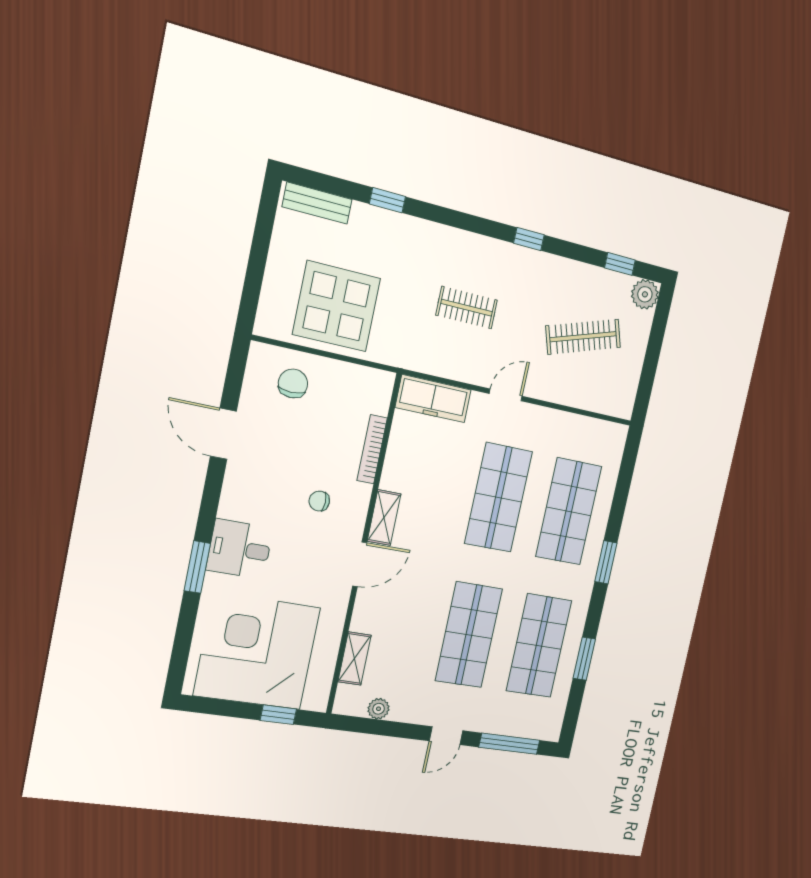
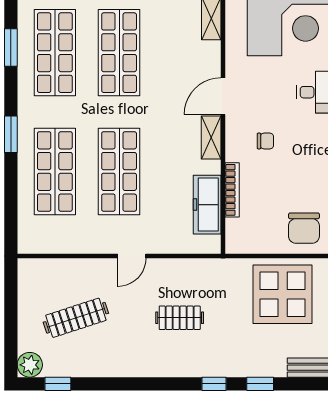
window: (529, 239) -> (214, 384), moved
chair: (293, 383) -> (304, 228), width x1.37, depth x1.37
freezer: (433, 399) -> (207, 205), moved, turned -90

